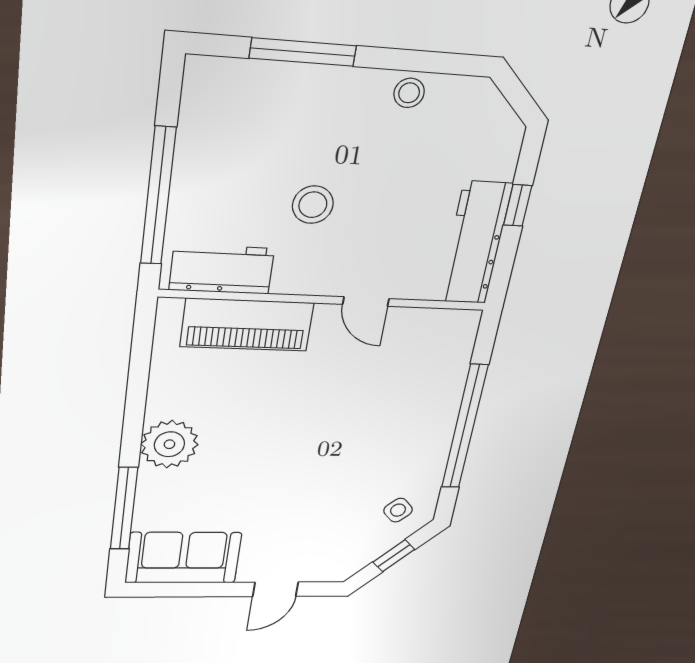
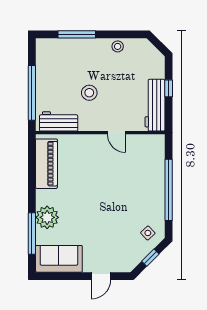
piano: (247, 325) -> (46, 164), moved, turned -90
plant: (169, 444) -> (47, 217), moved

